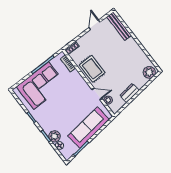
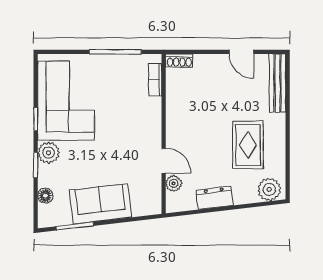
door: (94, 25) -> (241, 52), swing flipped
rug: (92, 69) -> (248, 145), moved
corner sofa: (41, 86) -> (66, 101), moved, turned -90
sofa: (89, 128) -> (100, 204), width x0.73
plant: (54, 136) -> (49, 153), moved

